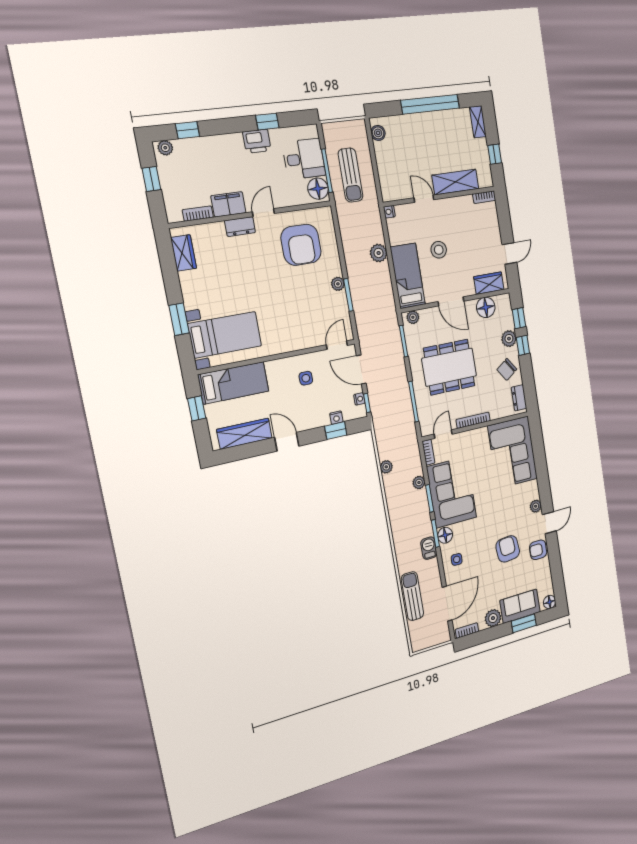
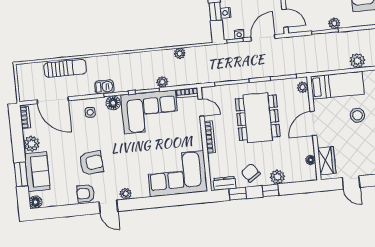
floor lamp: (486, 307) -> (311, 160), width x0.53, depth x0.53
window: (519, 318) -> (238, 194), moved
armchair: (538, 550) -> (86, 193), turned -90

